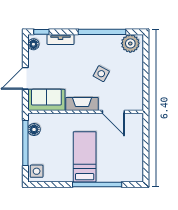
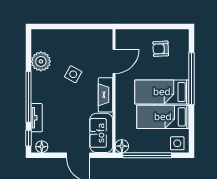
window: (102, 32) -> (29, 97), moved
plant: (130, 43) -> (41, 61), moved
floor lamp: (34, 130) -> (122, 146), moved
armchair: (125, 156) -> (161, 49), added
bed: (61, 158) -> (163, 117), added

